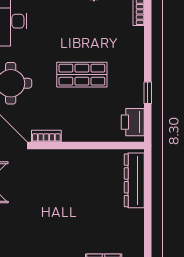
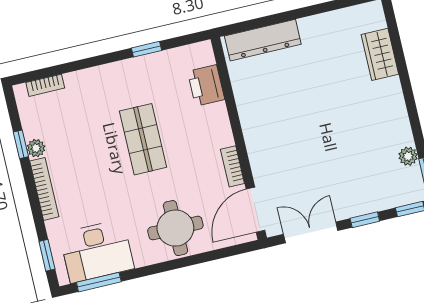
printer: (133, 122) -> (206, 85), moved, turned 90

